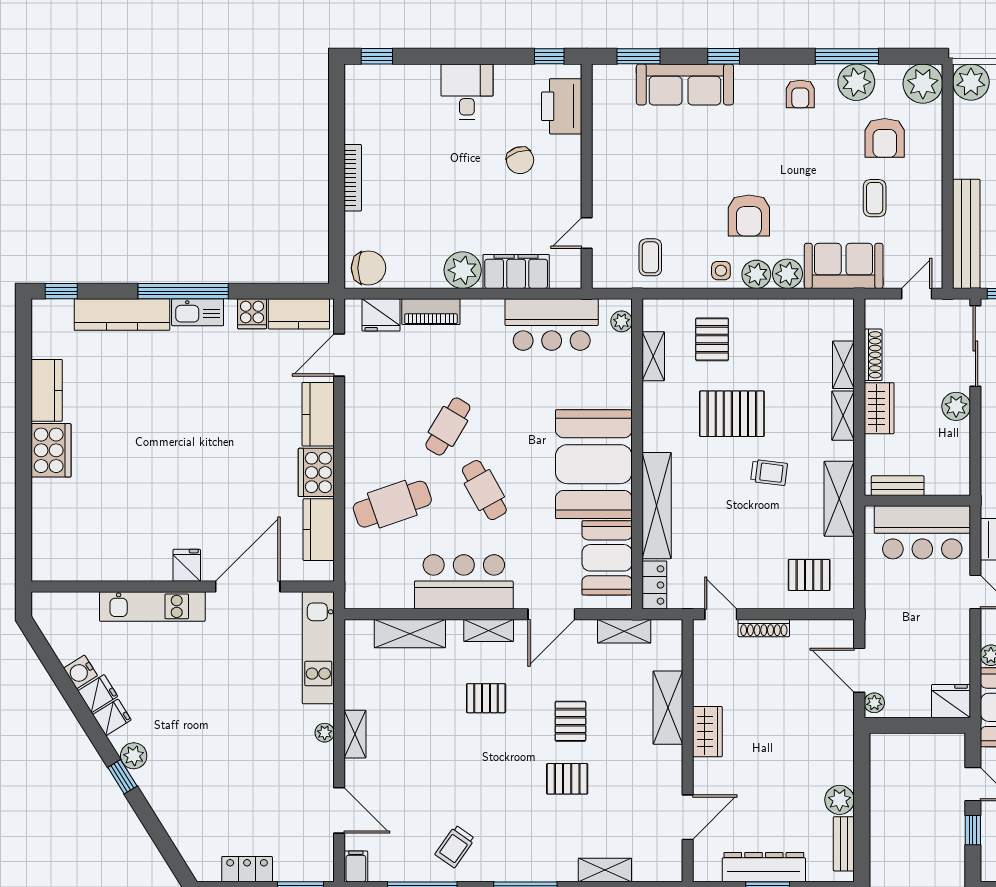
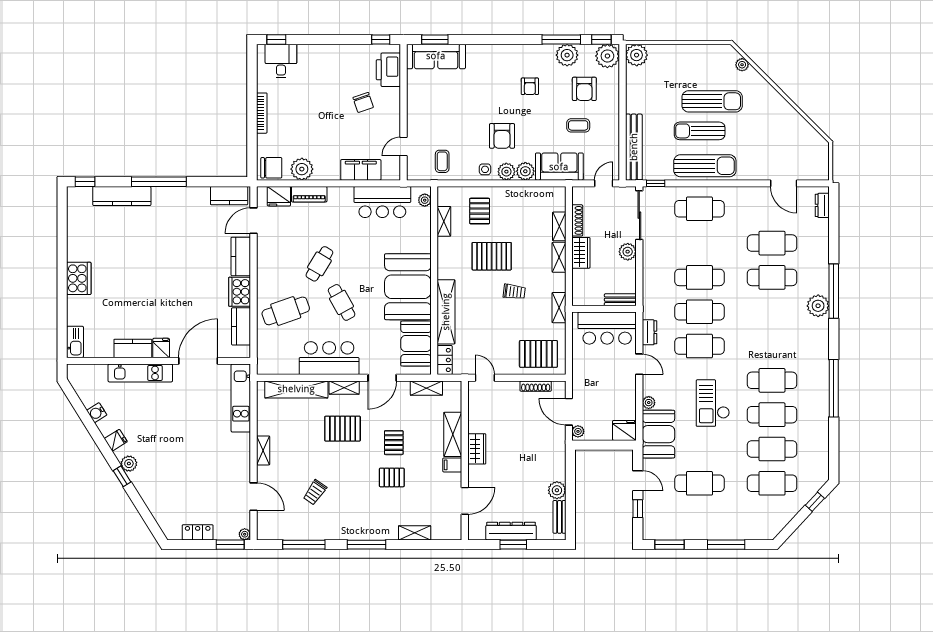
window: (724, 56) -> (601, 39), moved
sofa: (685, 84) -> (436, 56), moved
desk: (467, 92) -> (281, 61), moved
armchair: (800, 94) -> (530, 86), moved
coffee table: (875, 198) -> (578, 125), turned 90
plant: (463, 270) -> (302, 169), moved
kitchen sink: (198, 312) -> (75, 342), moved, turned -90
cooker: (252, 314) -> (201, 196), removed
kitchen counter: (47, 390) -> (133, 348), moved, turned -90
bench: (898, 486) -> (620, 300), moved
shelving: (839, 499) -> (559, 308), width x0.67, depth x0.75
pallet: (809, 575) -> (538, 354), width x1.50, depth x1.42
shoe rack: (764, 628) -> (536, 386), moved
shelving: (410, 634) -> (296, 389), width x1.47
fridge: (98, 694) -> (107, 426), removed
pallet: (486, 698) -> (343, 429), width x1.50, depth x1.42
plant: (325, 733) -> (245, 534), moved
trolley: (455, 846) -> (315, 492), moved
filing cabinet: (356, 866) -> (452, 465), moved, turned -90

